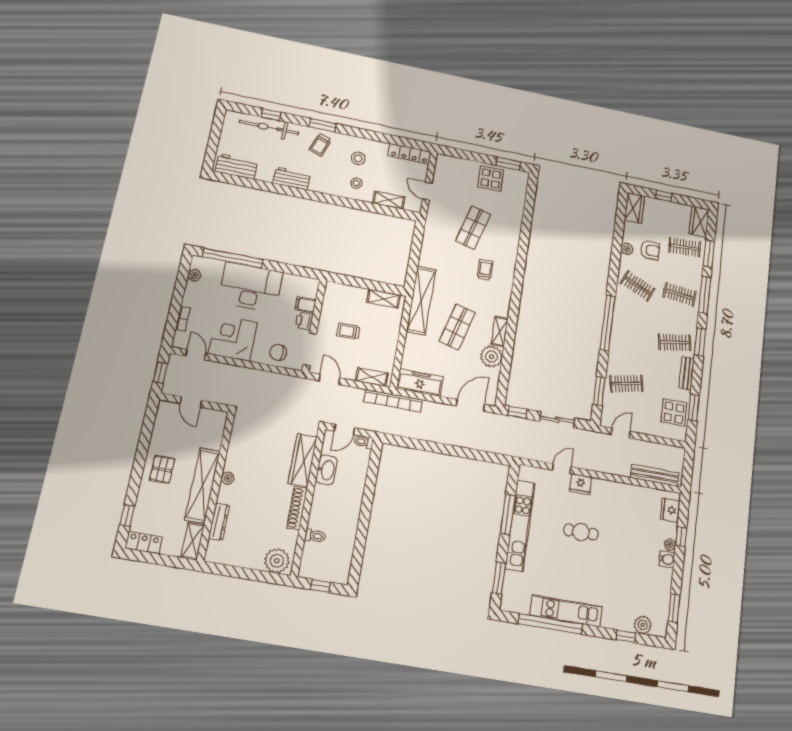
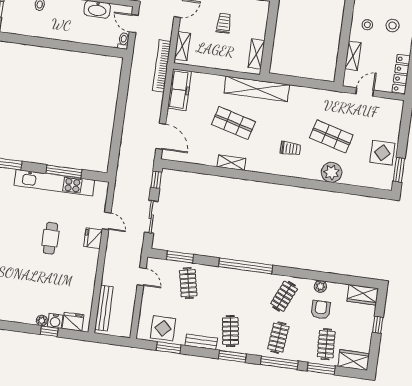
armchair: (650, 250) -> (321, 310), turned 180
plant: (492, 357) -> (332, 172), moved
water cooler: (667, 559) -> (55, 321), moved

